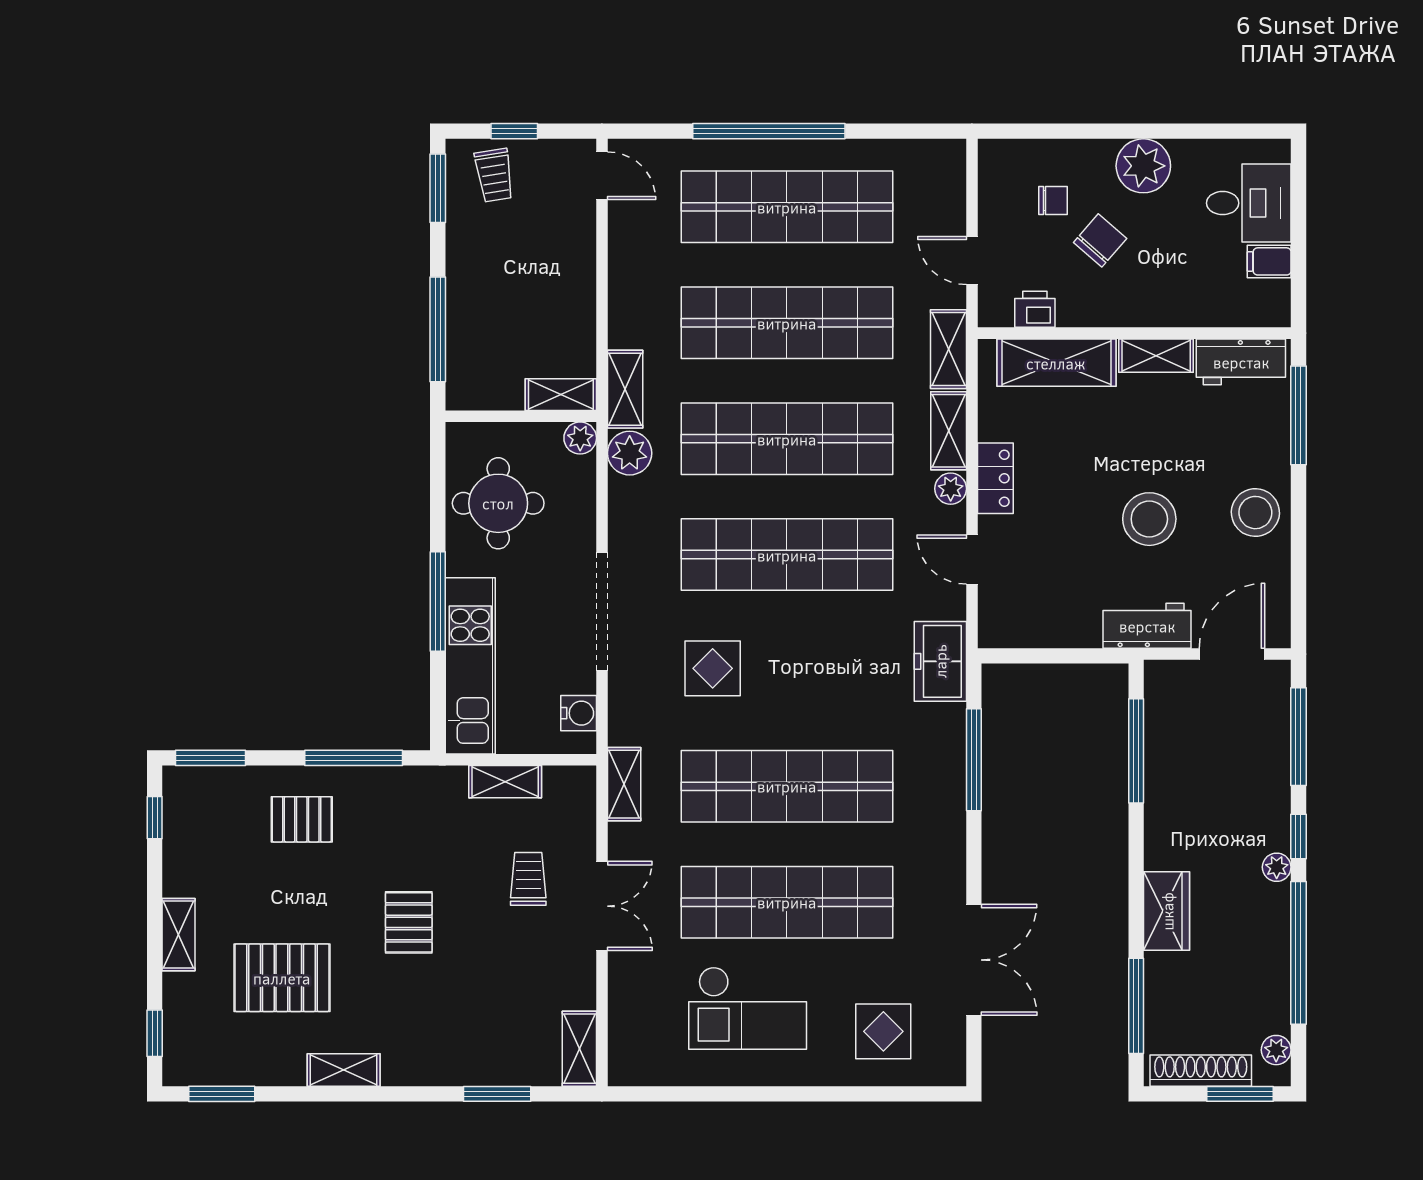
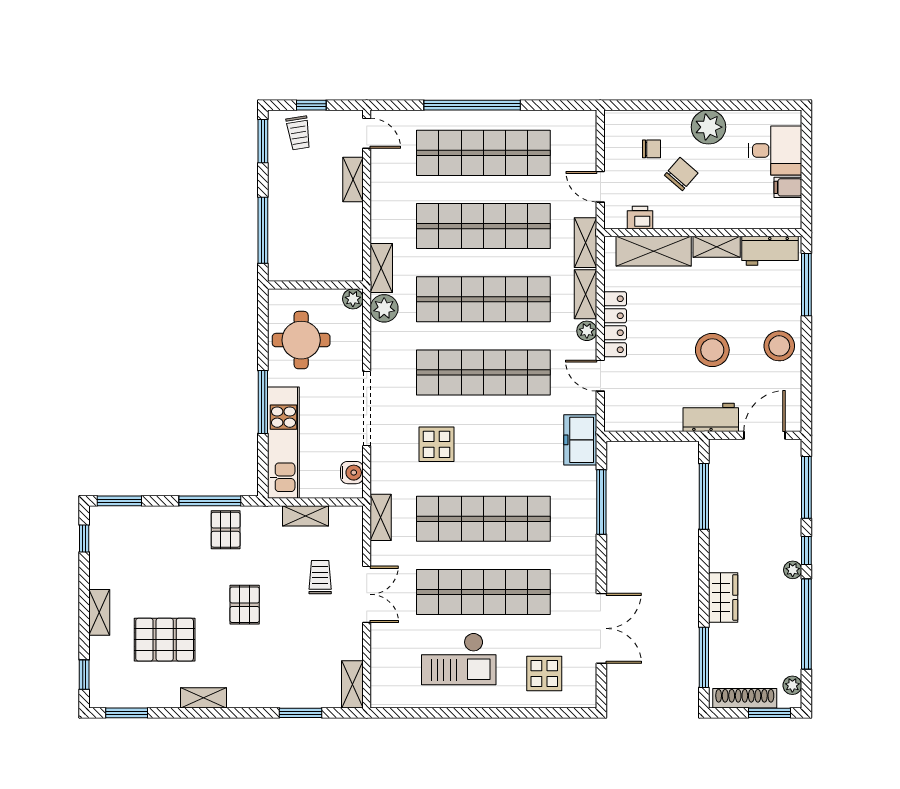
shelving: (561, 395) -> (353, 180), moved, turned 90
locker: (995, 478) -> (615, 324), width x1.53
pallet: (302, 819) -> (226, 530), moved, turned 90

